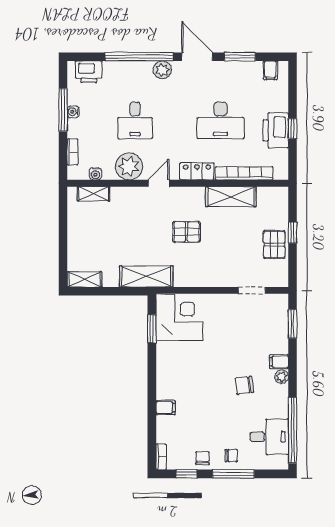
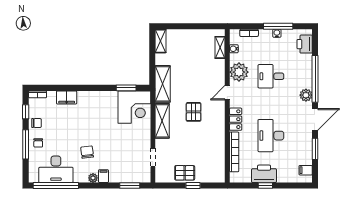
door: (159, 183) -> (227, 93), swing flipped
shelving: (231, 197) -> (162, 121), moved
filing cabinet: (166, 408) -> (67, 97), width x2.00
desk: (269, 437) -> (56, 169), width x1.37

